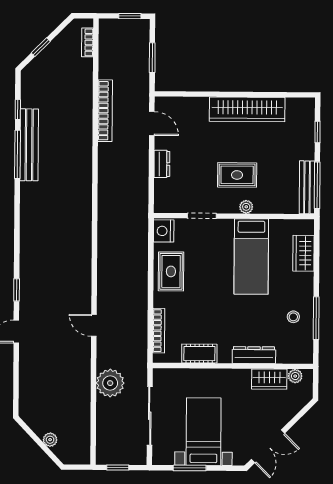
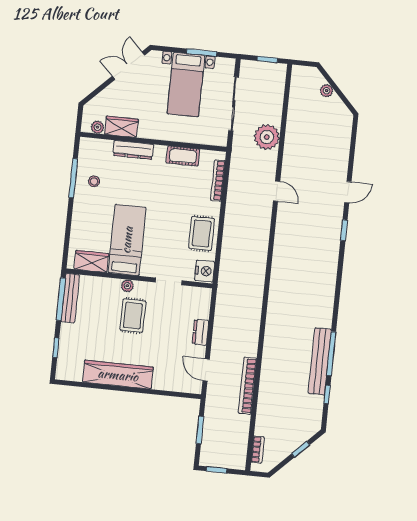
rug: (237, 175) -> (133, 316), turned 90
wardrobe: (304, 253) -> (91, 261), moved, turned -90

